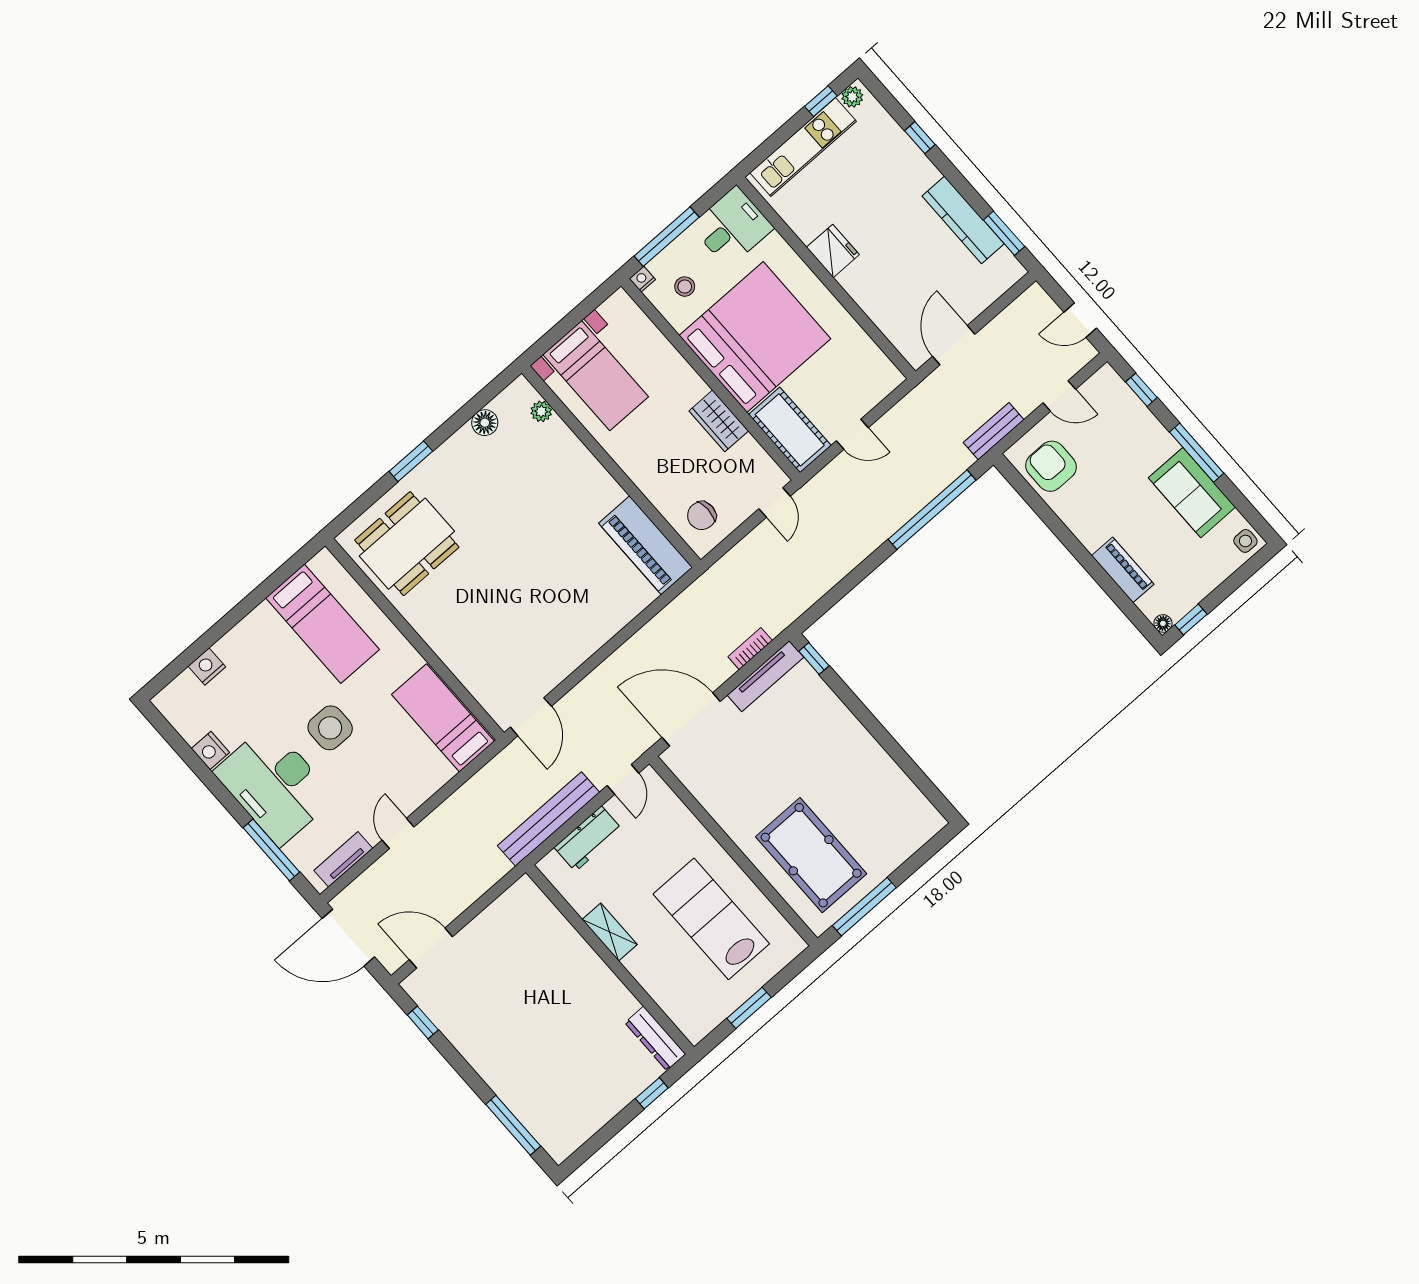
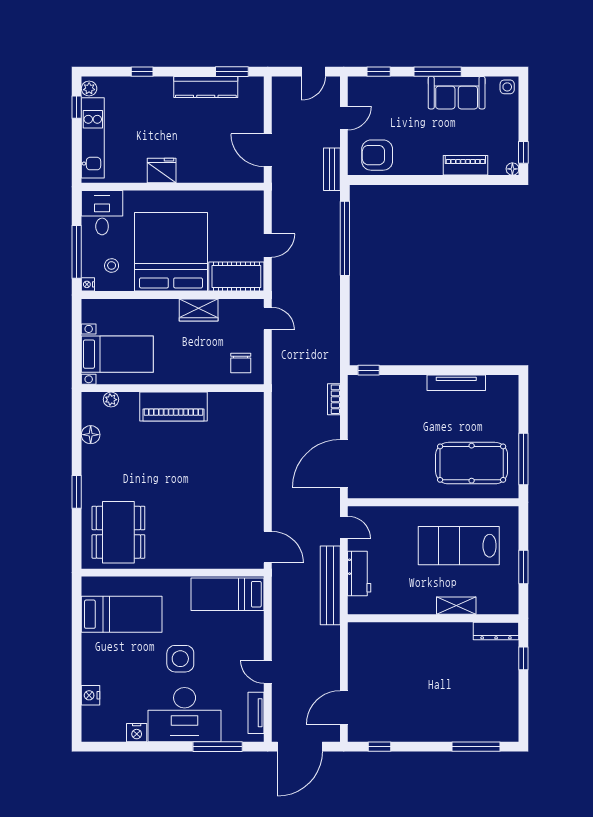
piano: (646, 545) -> (174, 407), moved
tv unit: (766, 676) -> (456, 383), moved, turned 90
shelving: (610, 932) -> (456, 606), moved

